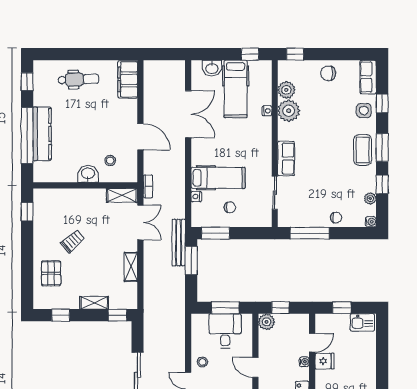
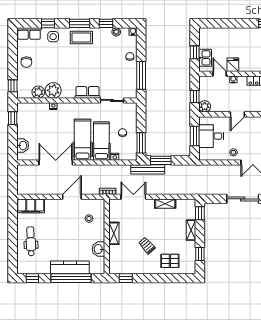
hospital bed: (236, 89) -> (83, 140), moved, turned -90
washbasin: (88, 174) -> (98, 249), moved
shelving: (122, 195) -> (114, 233), moved
kitchen sink: (362, 322) -> (205, 58), moved

